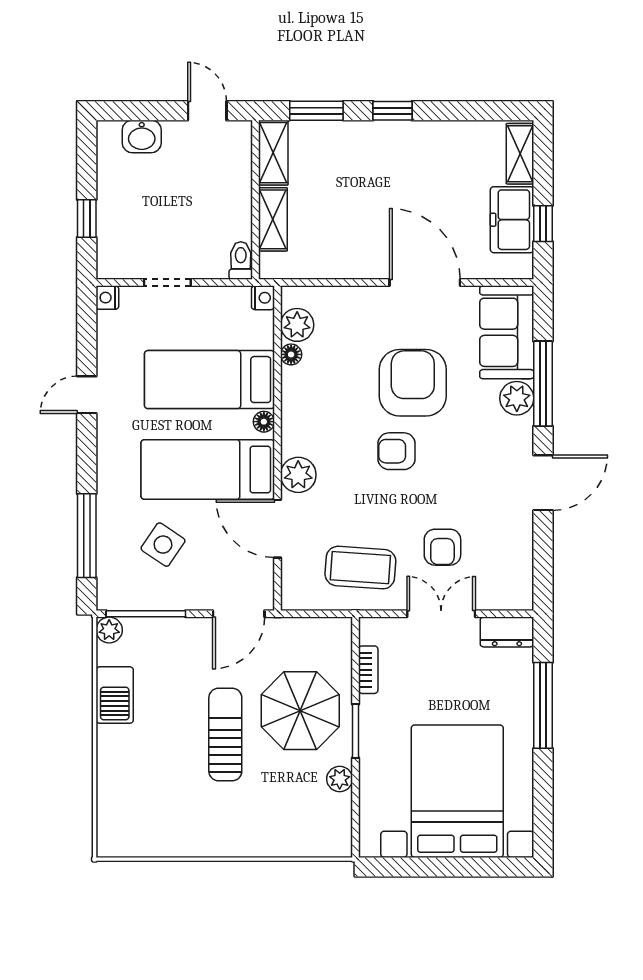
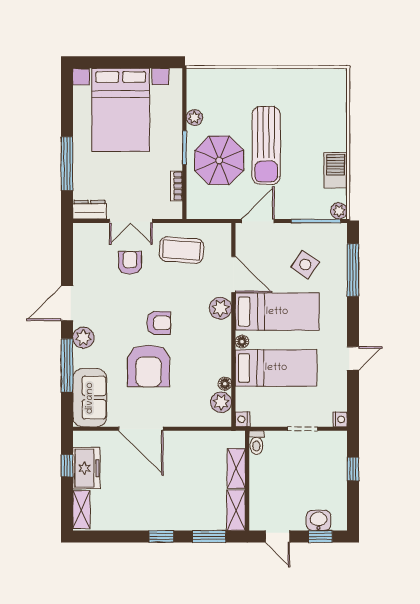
window: (139, 111) -> (320, 537), added
plant: (517, 398) -> (83, 338), moved
sun lounger: (225, 735) -> (266, 145), width x1.36, depth x1.34

